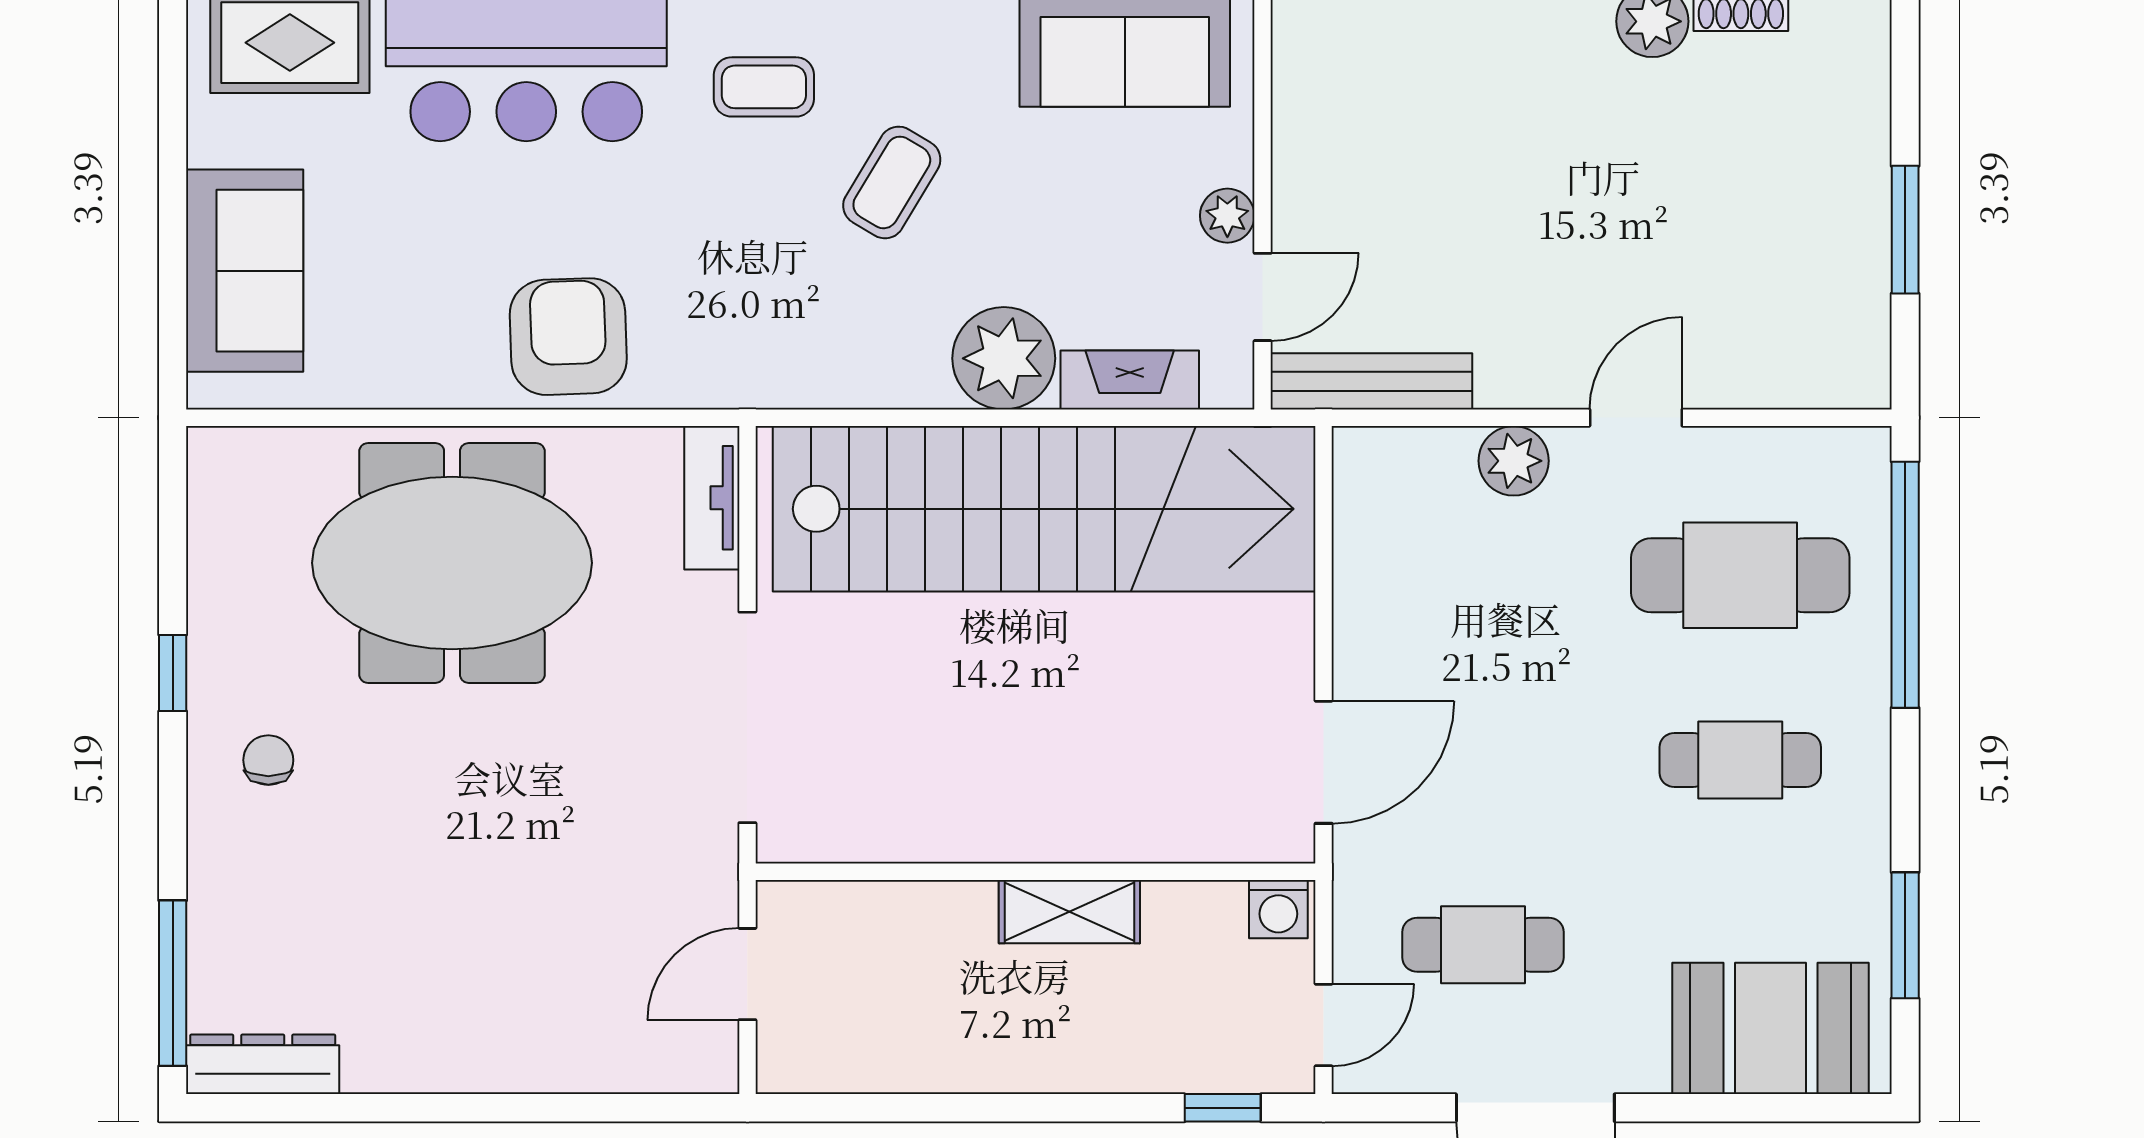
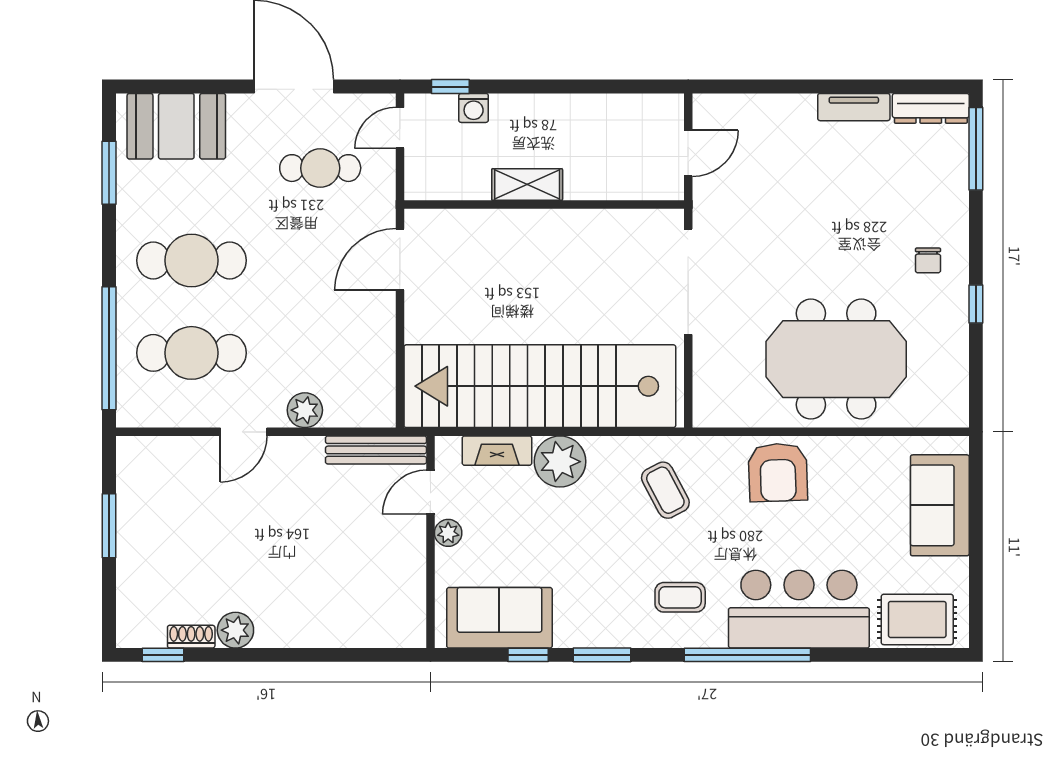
coffee table: (892, 182) -> (665, 490), moved, turned -59
tv unit: (712, 498) -> (854, 107), moved, turned 90
cafe table: (1740, 760) -> (191, 260), width x1.37, depth x1.35
washing machine: (1278, 909) -> (474, 108), moved, turned 180

